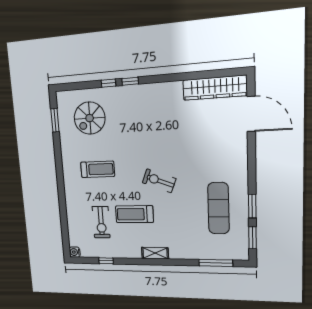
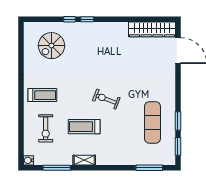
window: (55, 120) -> (21, 45), removed
treadmill: (98, 169) -> (42, 95), moved
exercise bike: (101, 222) -> (46, 128), moved
shelving: (155, 253) -> (84, 160), moved
window: (106, 261) -> (57, 168), width x2.17

